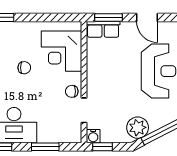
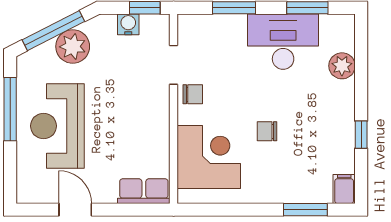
window: (109, 17) -> (135, 210), removed
plant: (138, 128) -> (73, 46), moved
water cooler: (93, 136) -> (128, 24), moved

